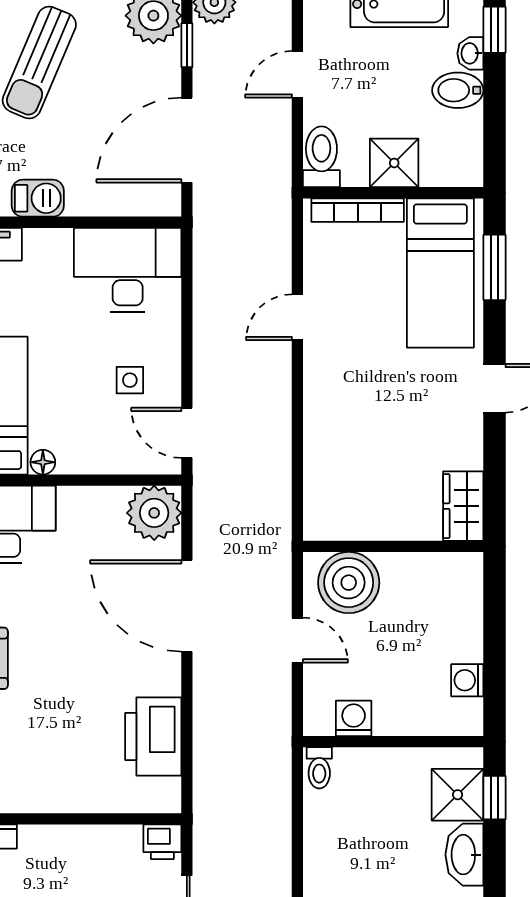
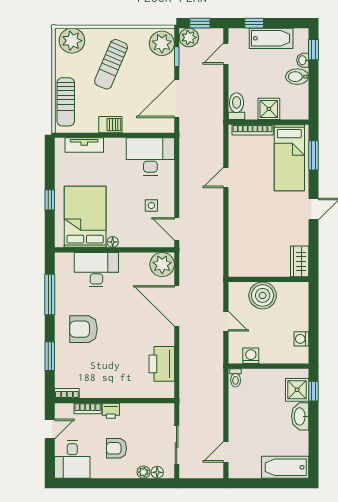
door: (297, 74) -> (226, 54), moved
boiler: (349, 583) -> (263, 295), moved
printer: (162, 842) -> (111, 411), moved

